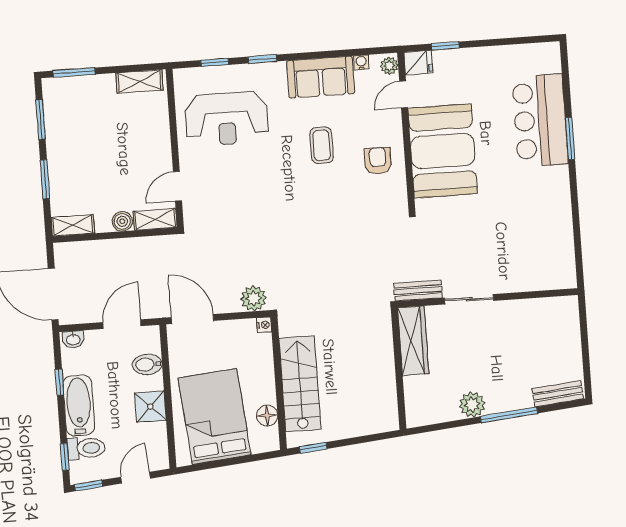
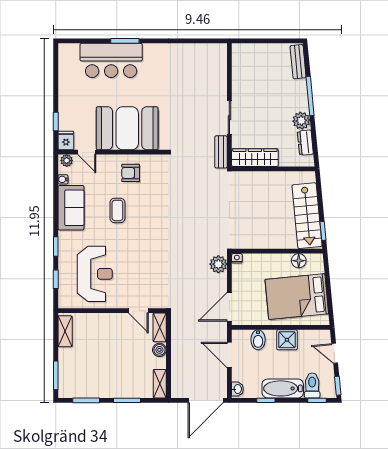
coffee table: (322, 145) -> (117, 210), turned 90
stairs: (300, 384) -> (307, 216), moved, turned -95
dresser: (440, 413) -> (305, 143), added

